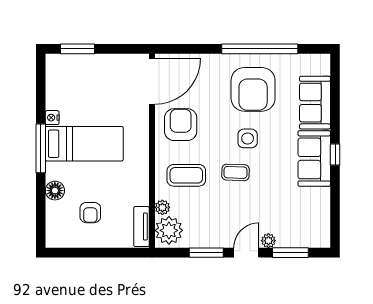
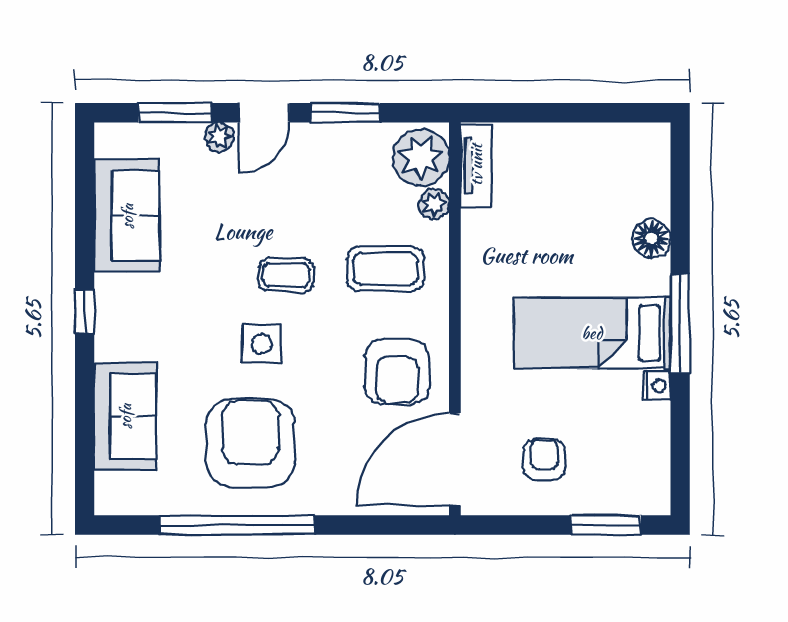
sofa: (314, 158) -> (127, 216), moved
armchair: (90, 213) -> (544, 460), moved

